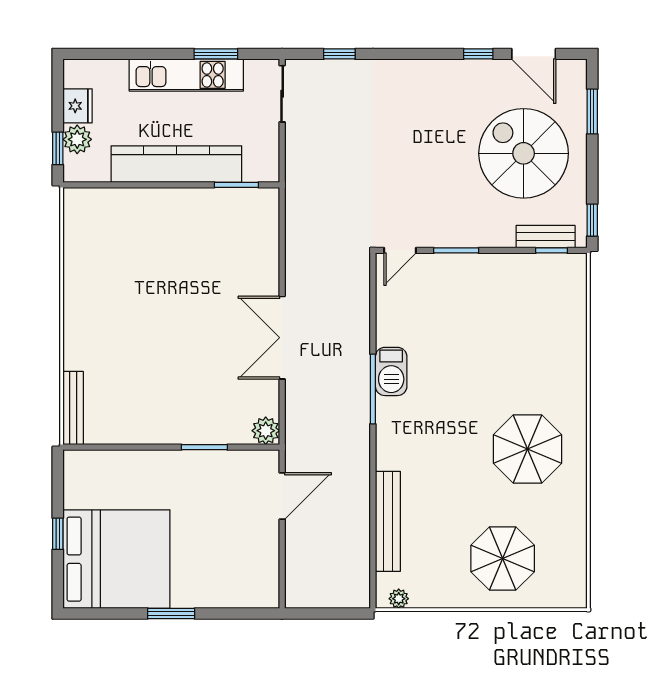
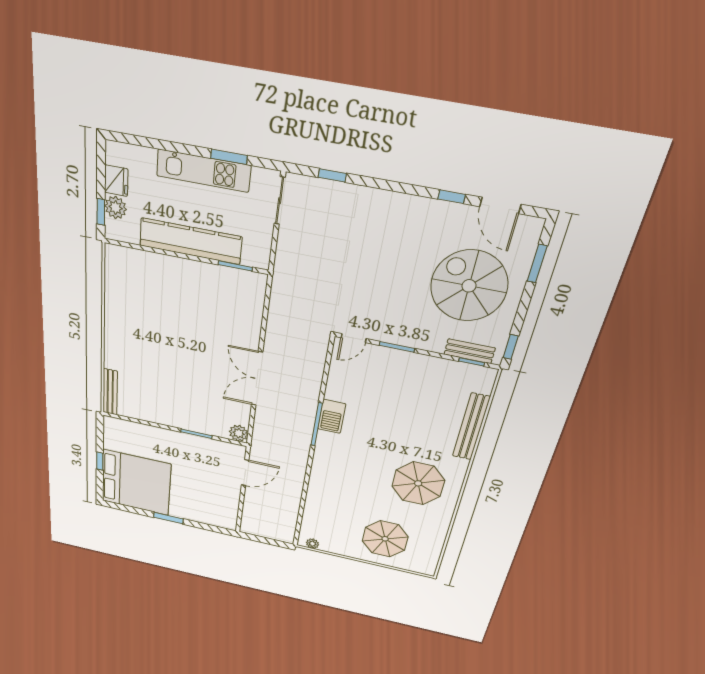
bench: (388, 521) -> (471, 427), moved

